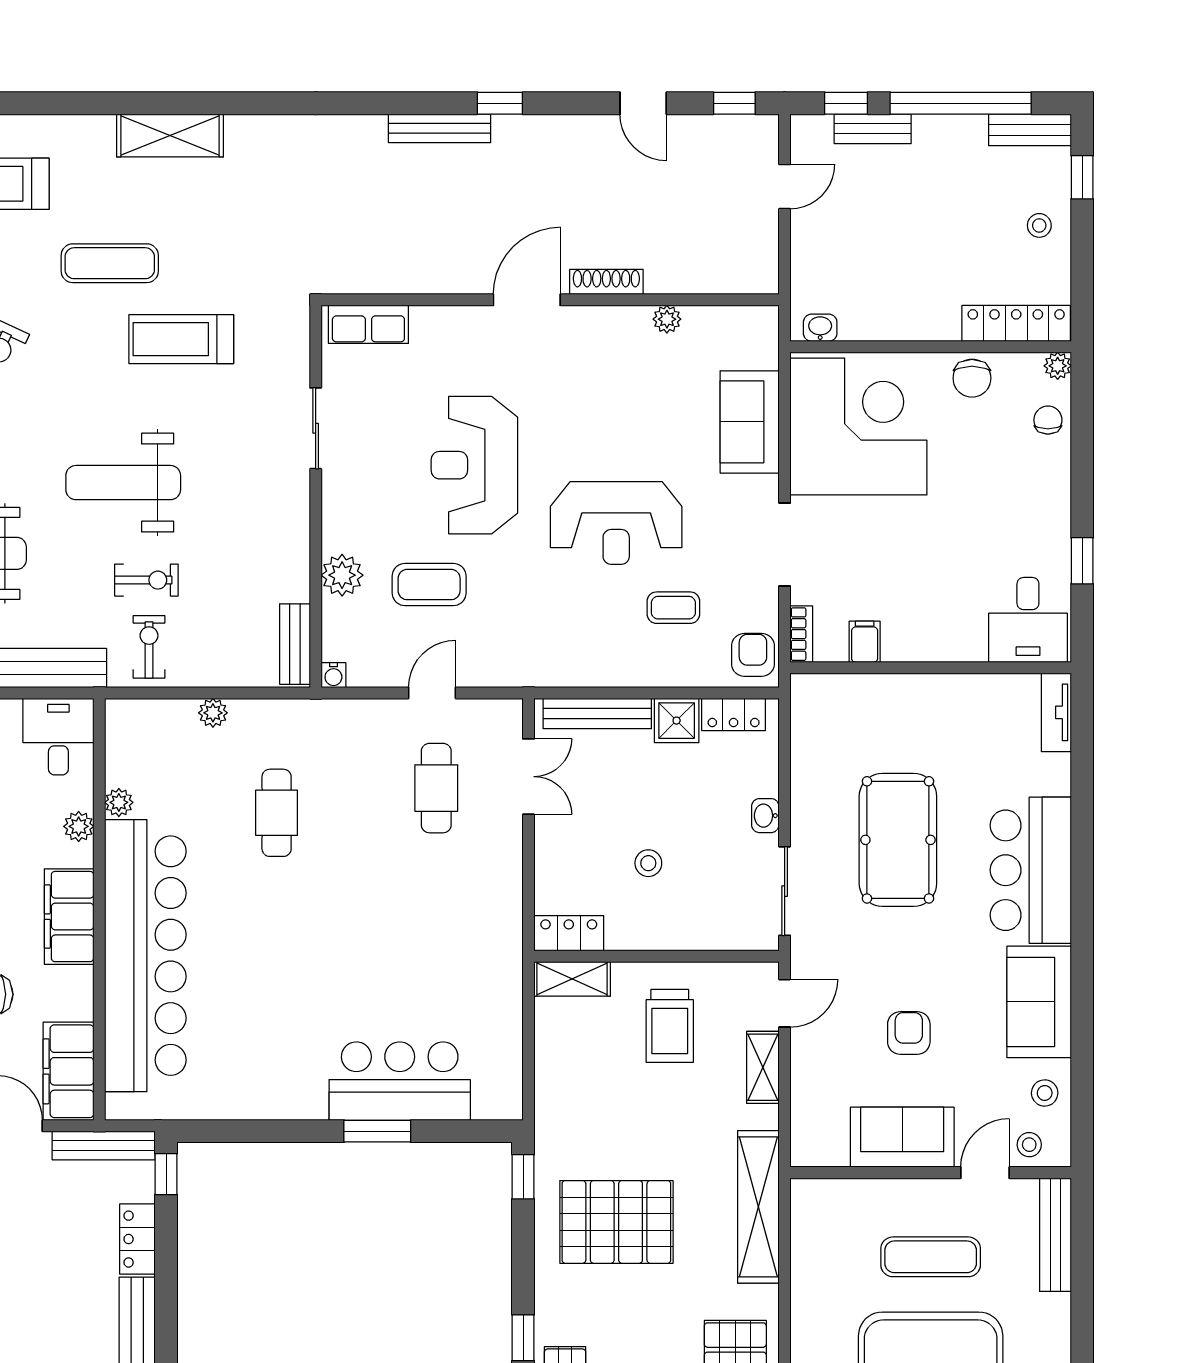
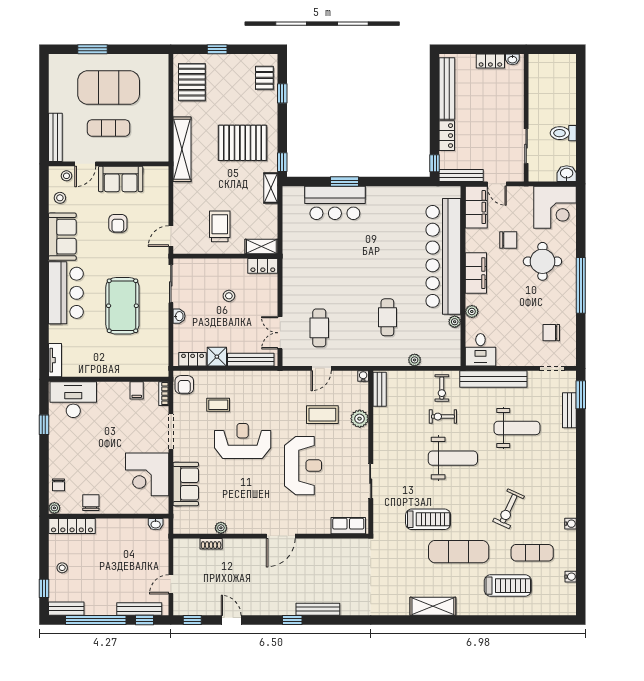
bench: (873, 129) -> (139, 609), width x1.36
exercise mat: (110, 263) -> (459, 552), width x1.36, depth x1.45
shoe rack: (606, 282) -> (211, 544), moved, width x0.70
corner desk: (858, 427) -> (147, 474), width x0.74, depth x0.74
desk: (1028, 620) -> (73, 400), width x1.37
shelving: (763, 1067) -> (271, 188), moved

